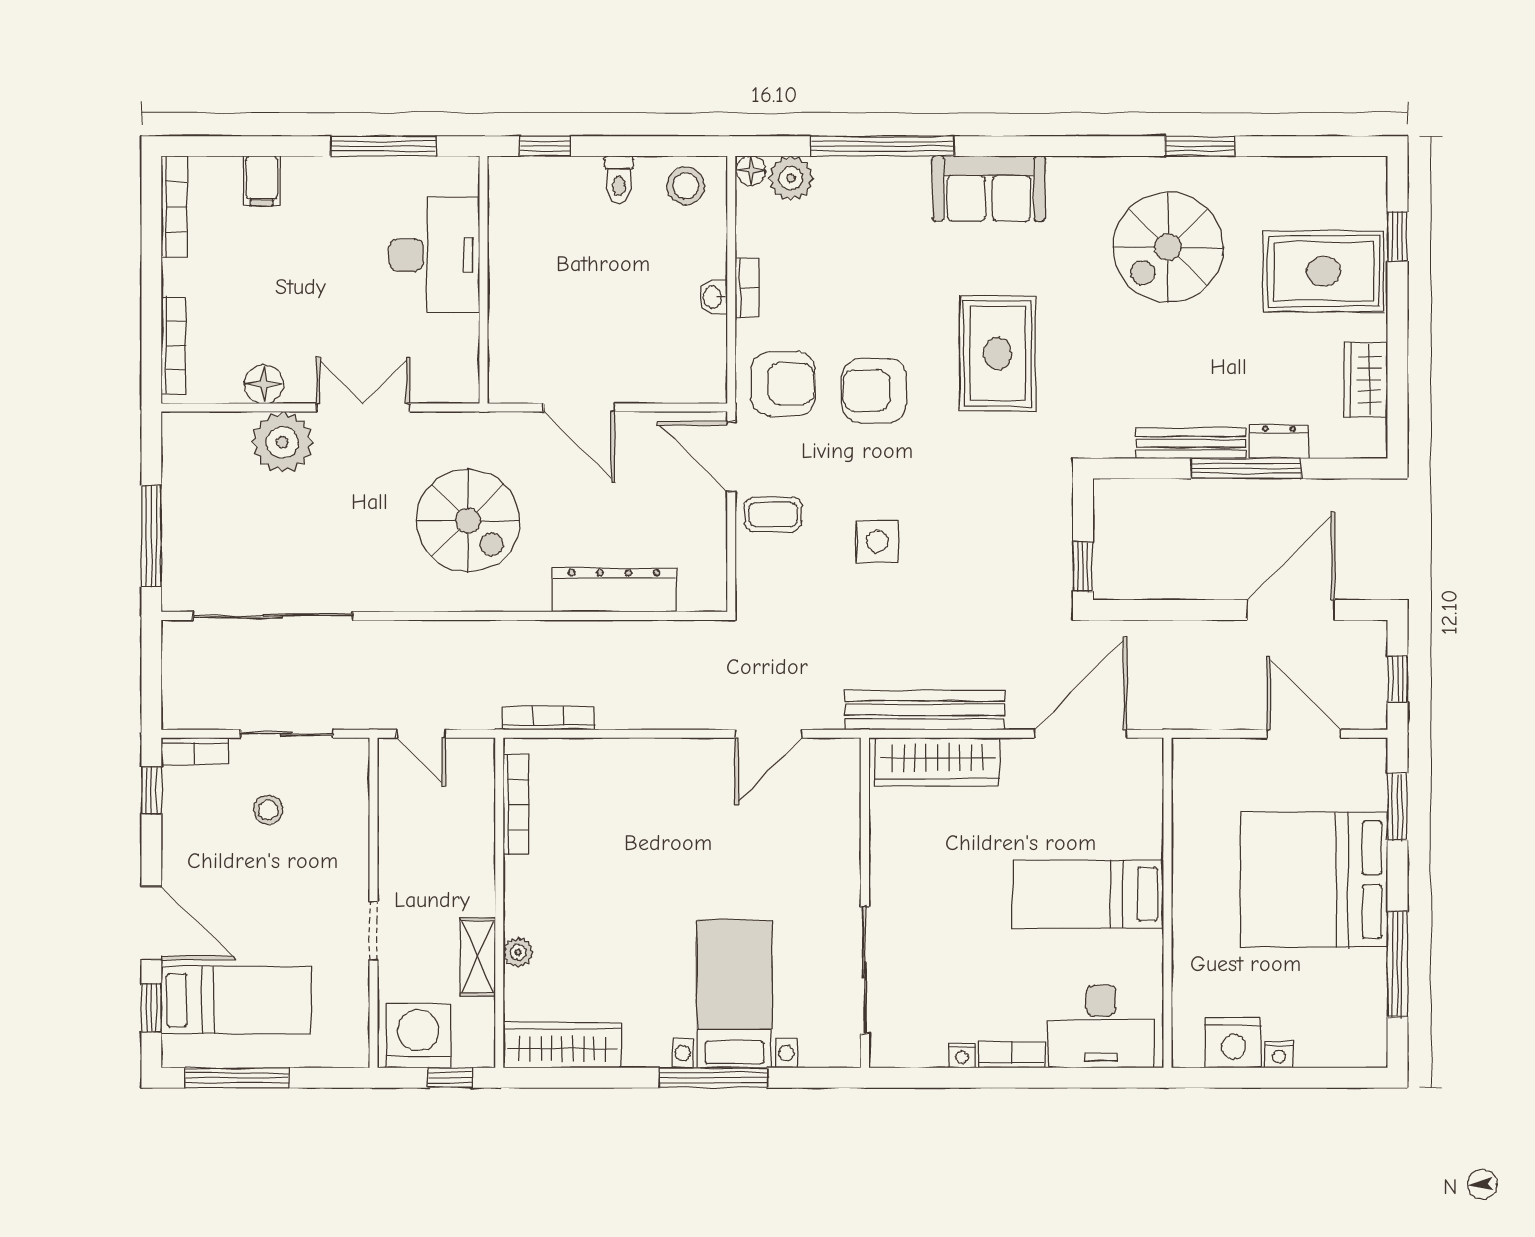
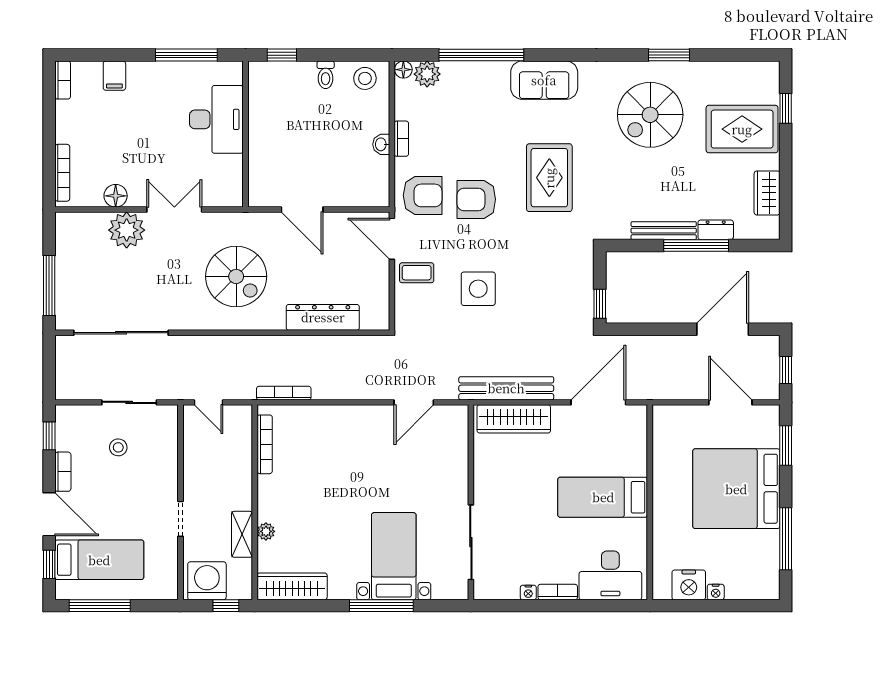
bookcase: (174, 207) -> (63, 80), width x0.64
side table: (877, 541) -> (478, 289), width x1.37, depth x1.37
bookcase: (195, 751) -> (63, 472), moved, turned -90

